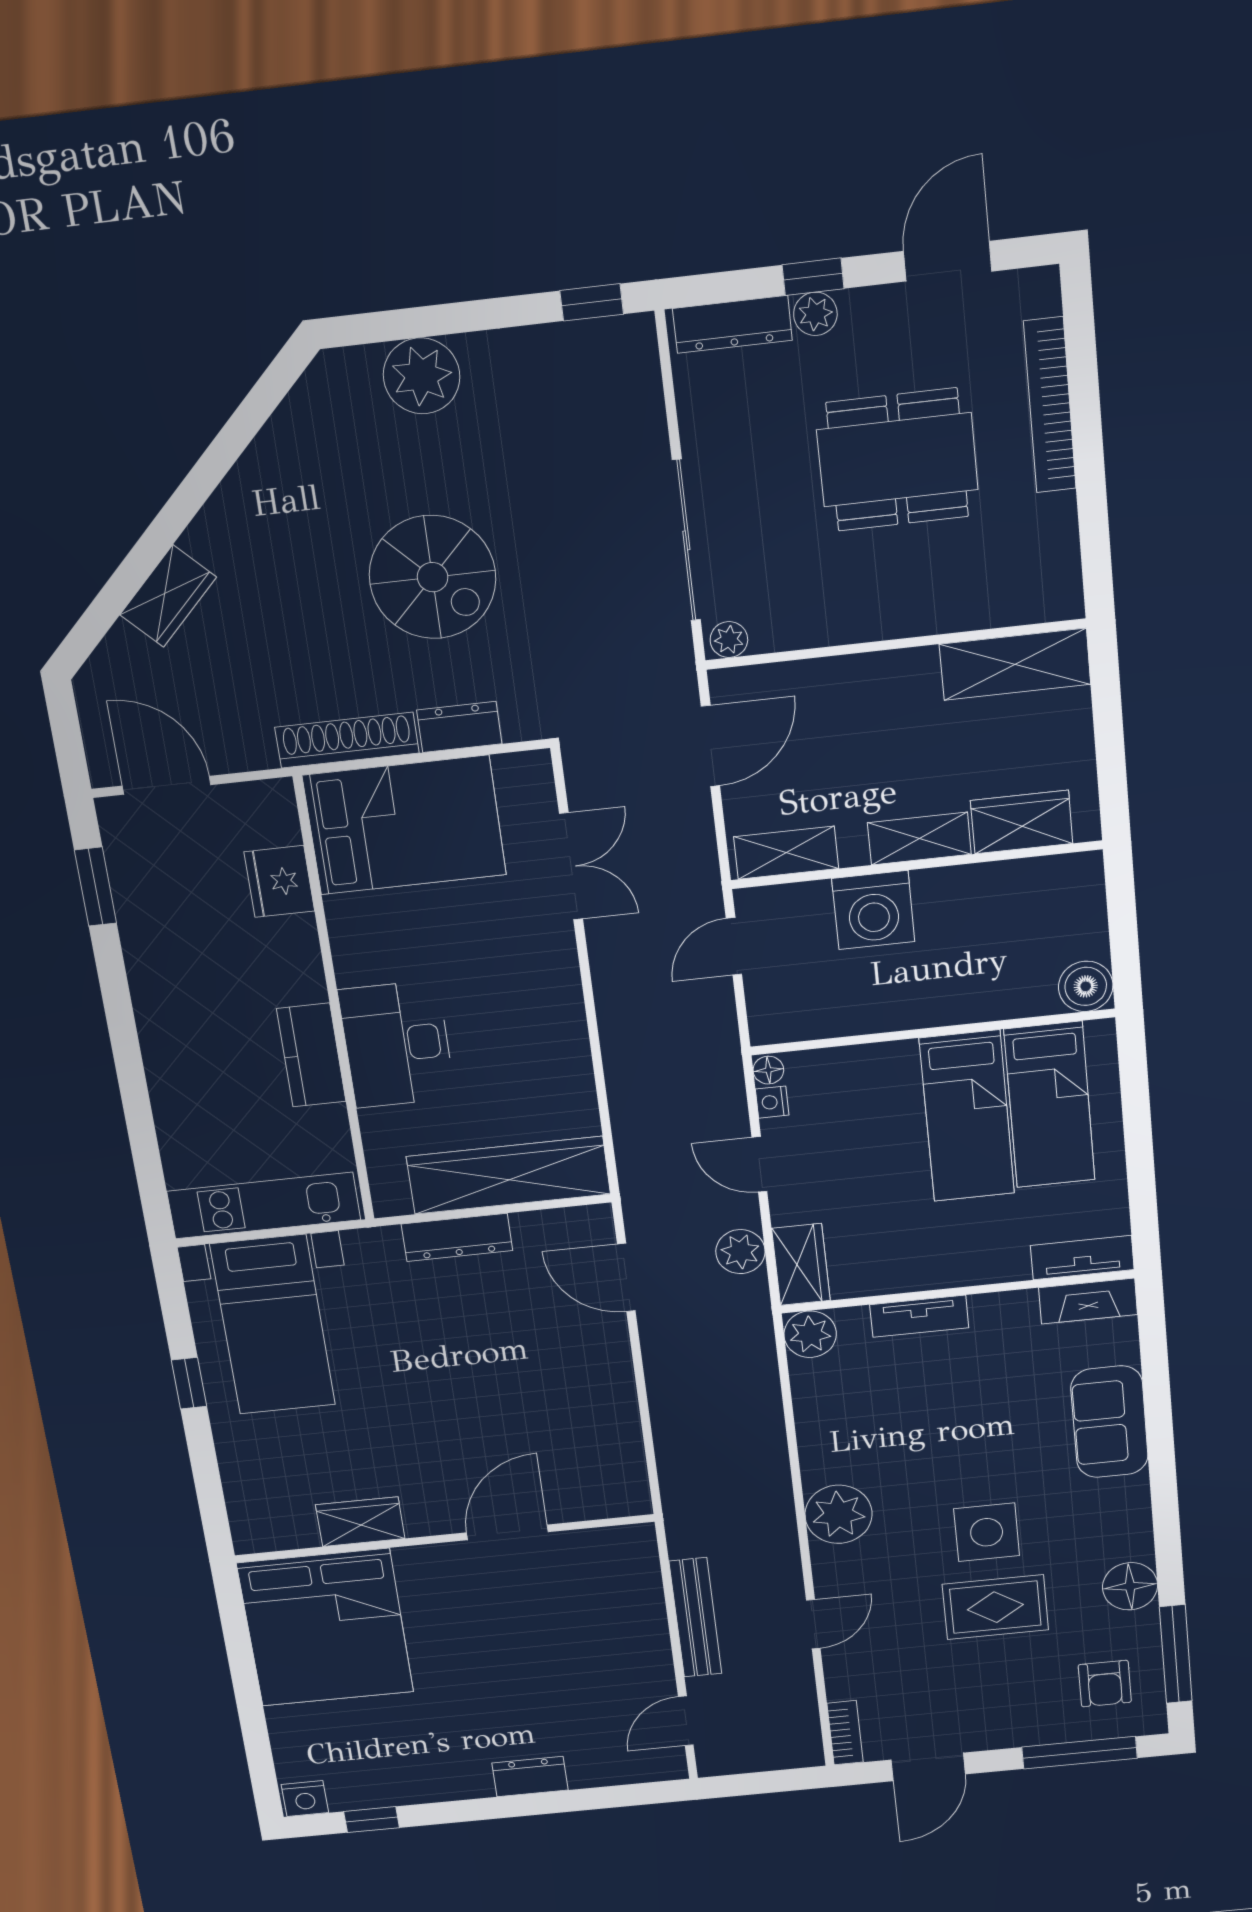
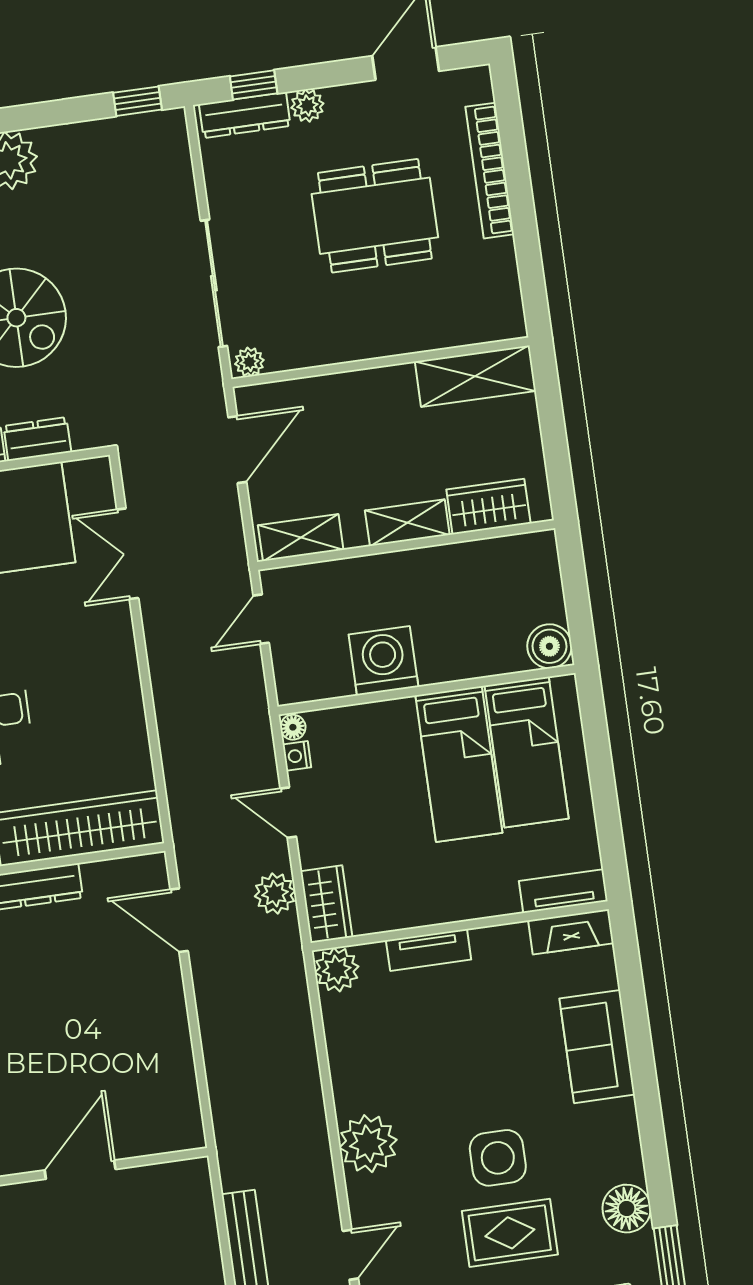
window: (813, 277) -> (254, 85), moved
double door: (571, 866) -> (128, 554), swing flipped
washing machine: (873, 910) -> (383, 661), moved, turned 180

